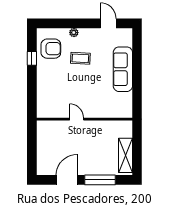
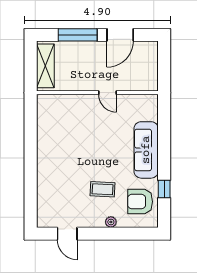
sofa: (123, 69) -> (146, 150), moved, turned 180
door: (77, 119) -> (107, 93), moved
wall: (84, 119) -> (97, 93), moved

